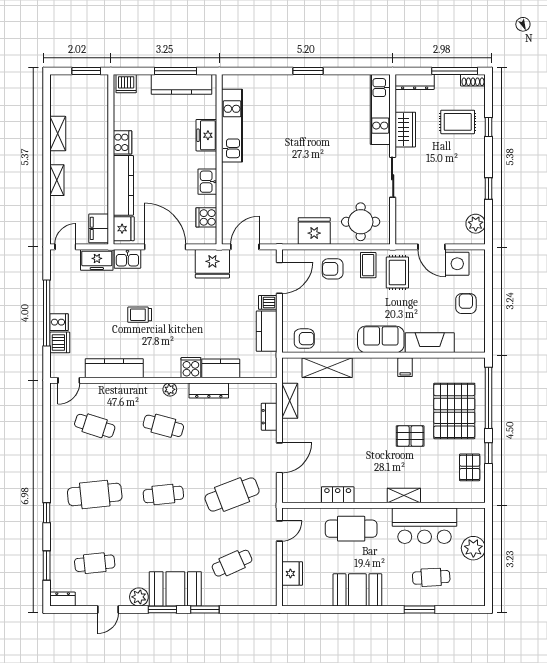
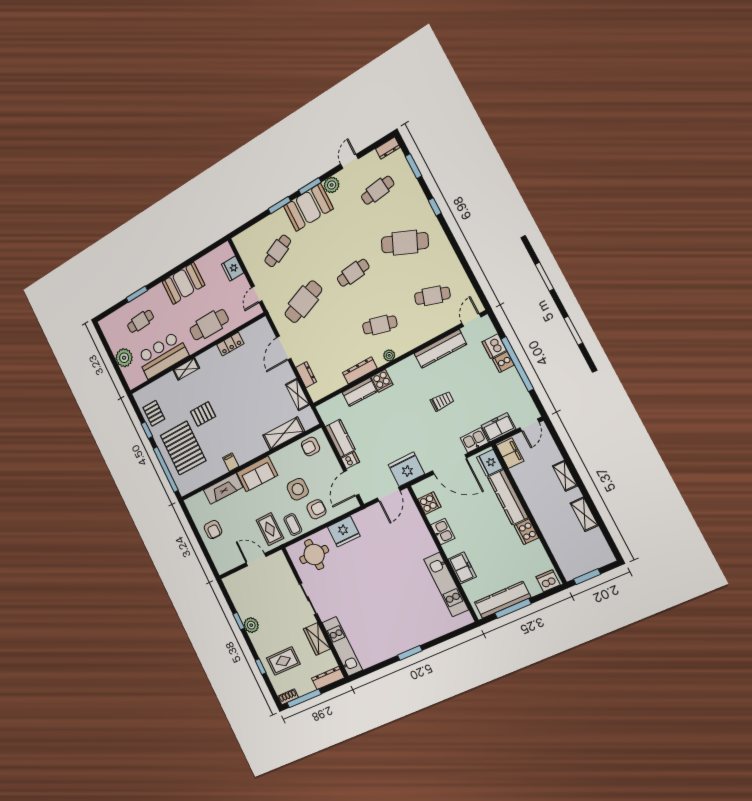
plant: (476, 224) -> (251, 625), moved
side table: (457, 264) -> (298, 489), moved
cafe table: (95, 494) -> (405, 243), turned 30

